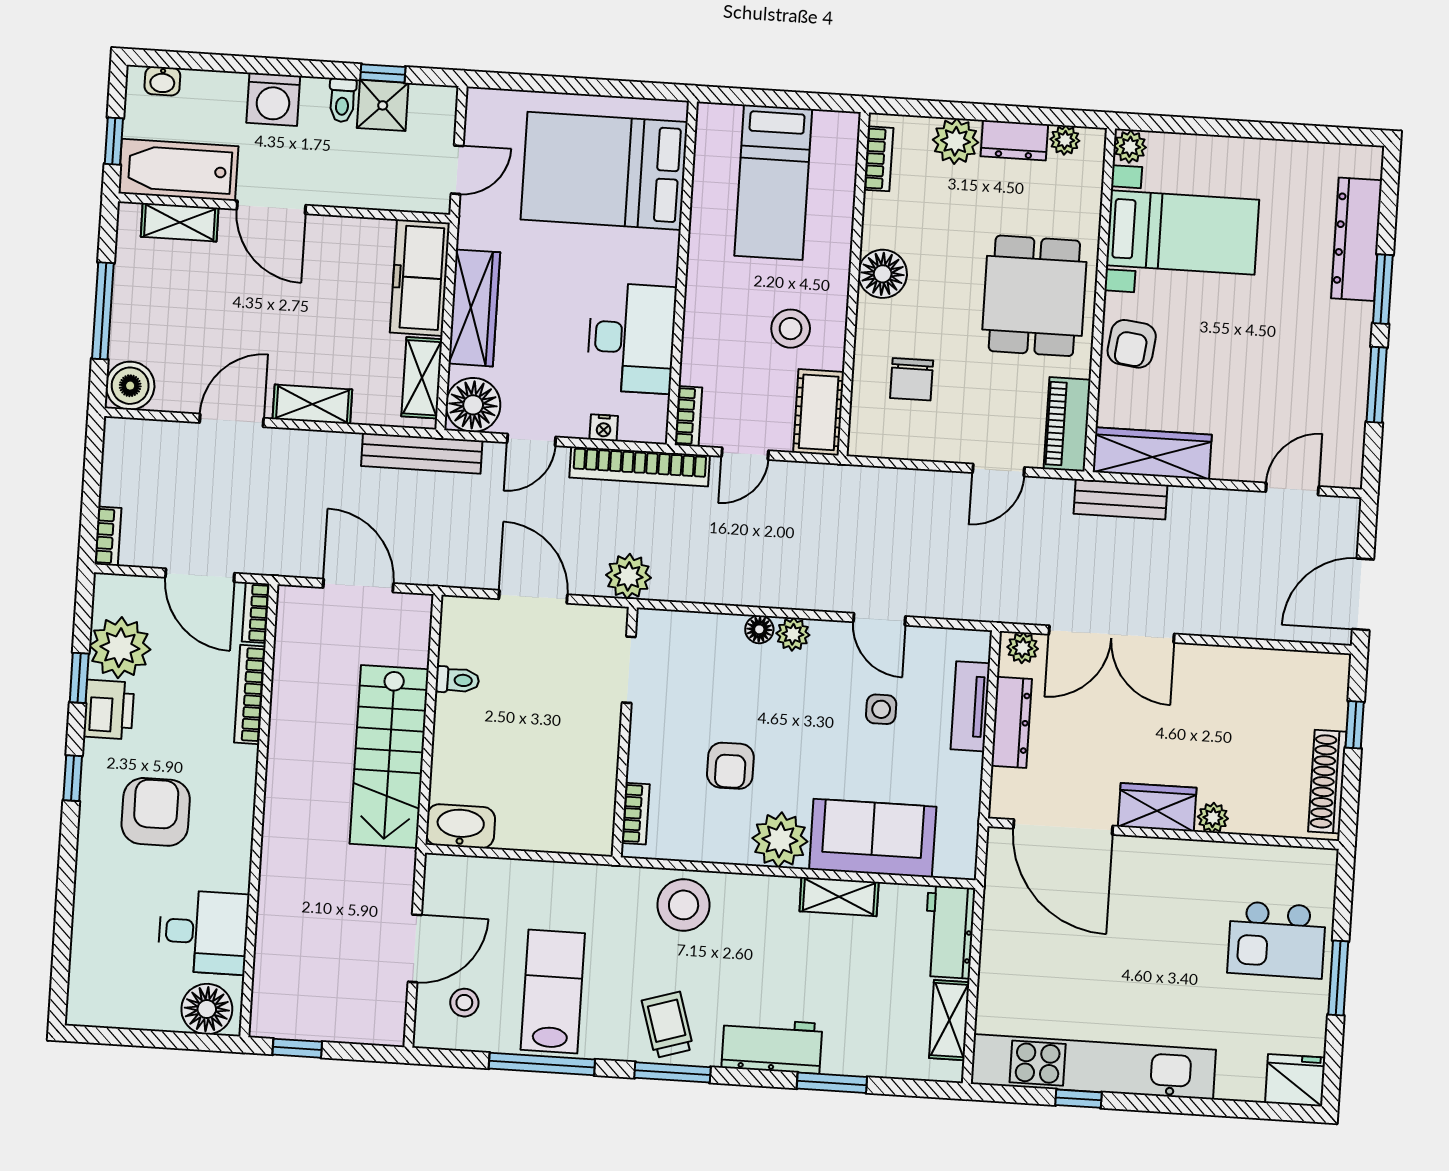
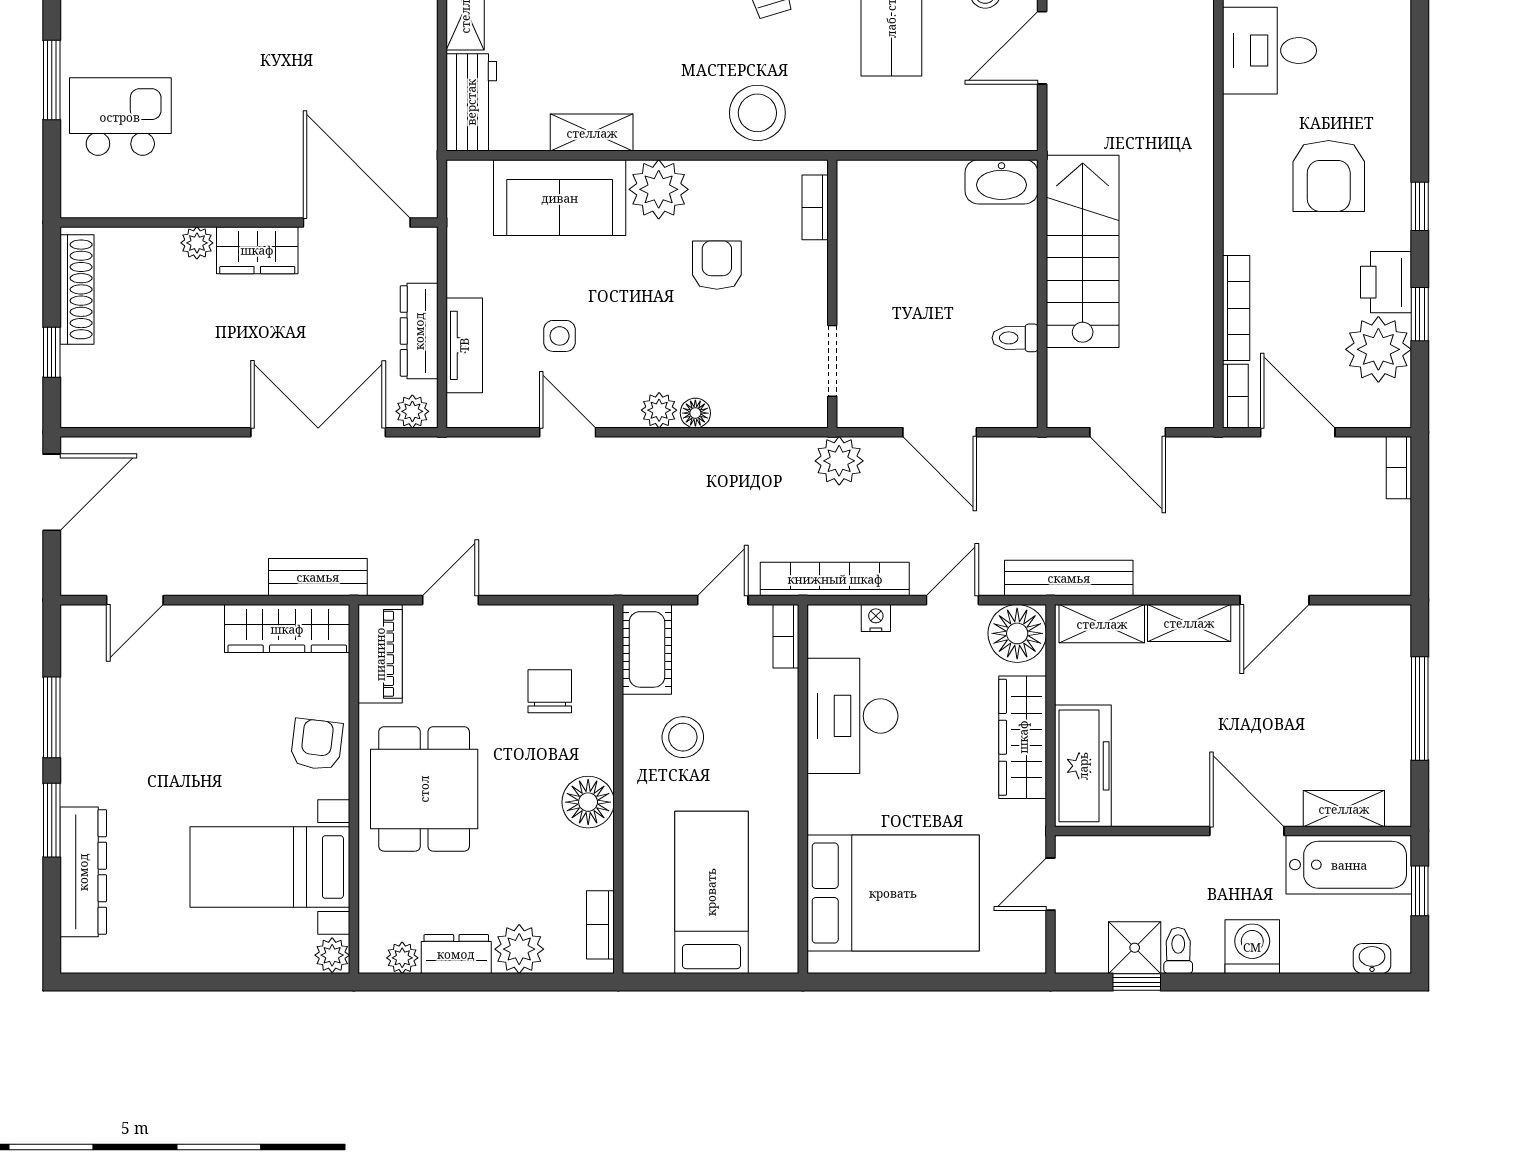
shelving: (422, 378) -> (1102, 624), moved, turned 90
boiler: (130, 386) -> (1385, 630), removed

